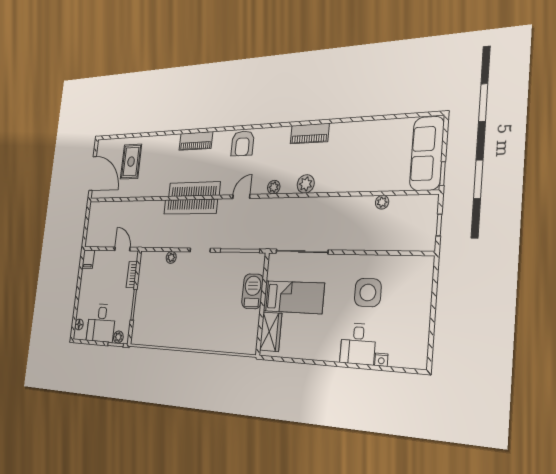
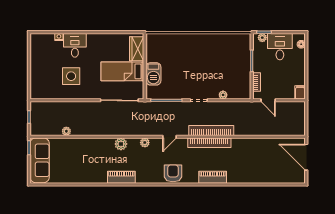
rug: (131, 162) -> (270, 165), removed

